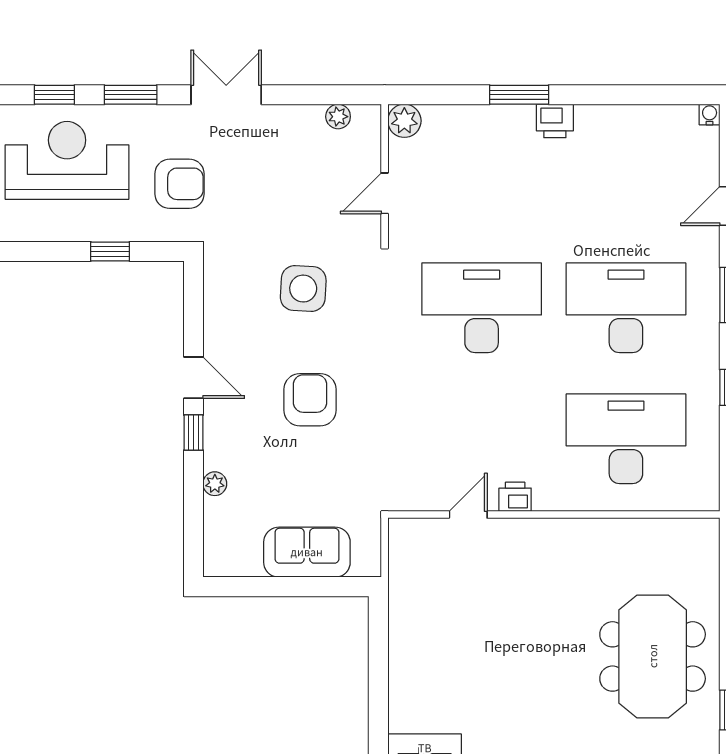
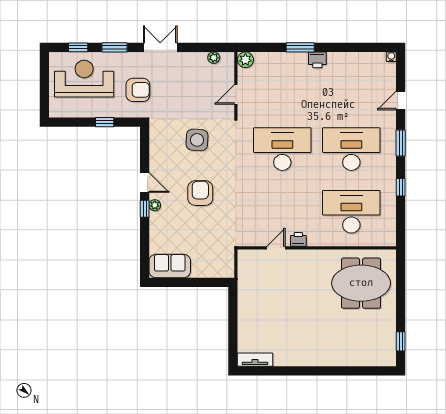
plant: (215, 484) -> (155, 205), moved
sofa: (307, 552) -> (170, 266), moved
meeting table: (653, 656) -> (361, 283), moved, turned 90

